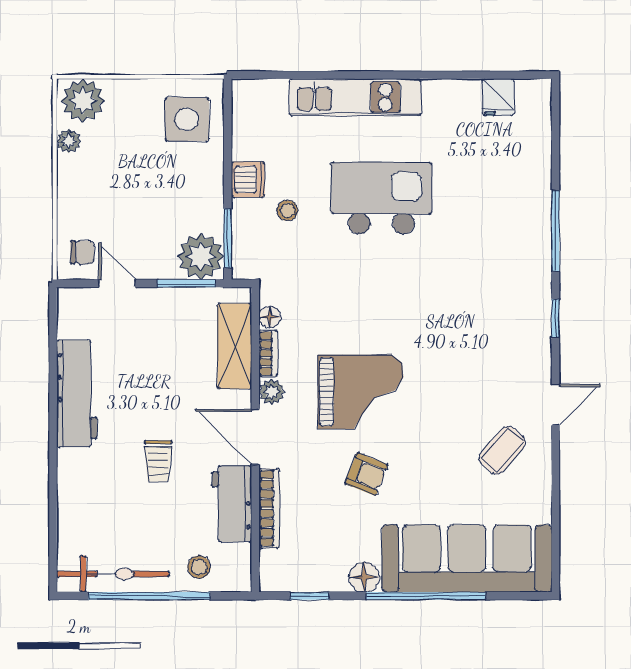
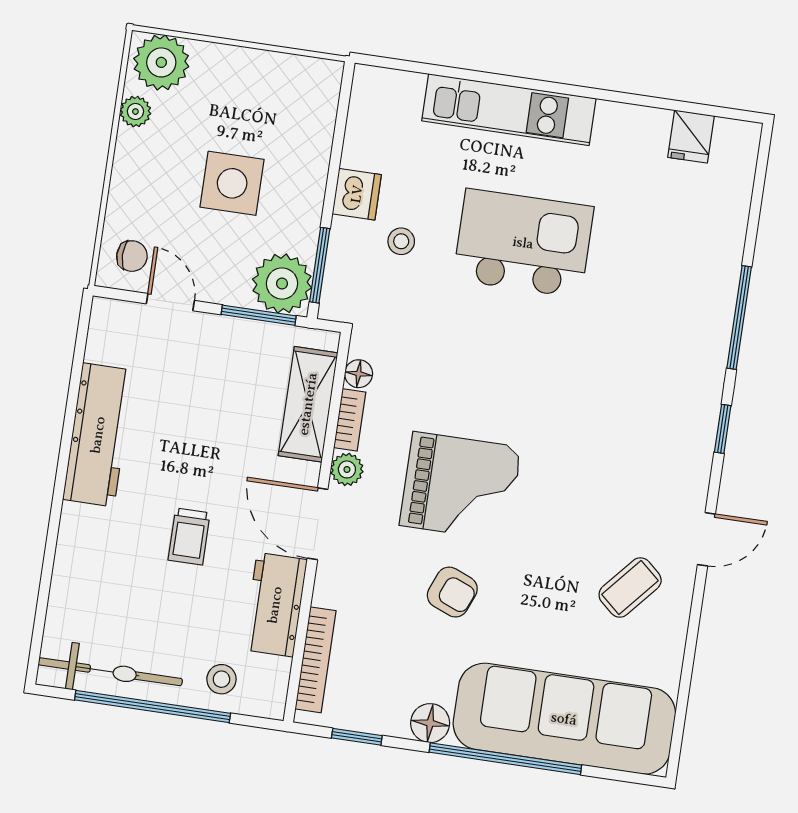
side table: (187, 119) -> (232, 183), moved
bookcase: (269, 508) -> (316, 660), moved

